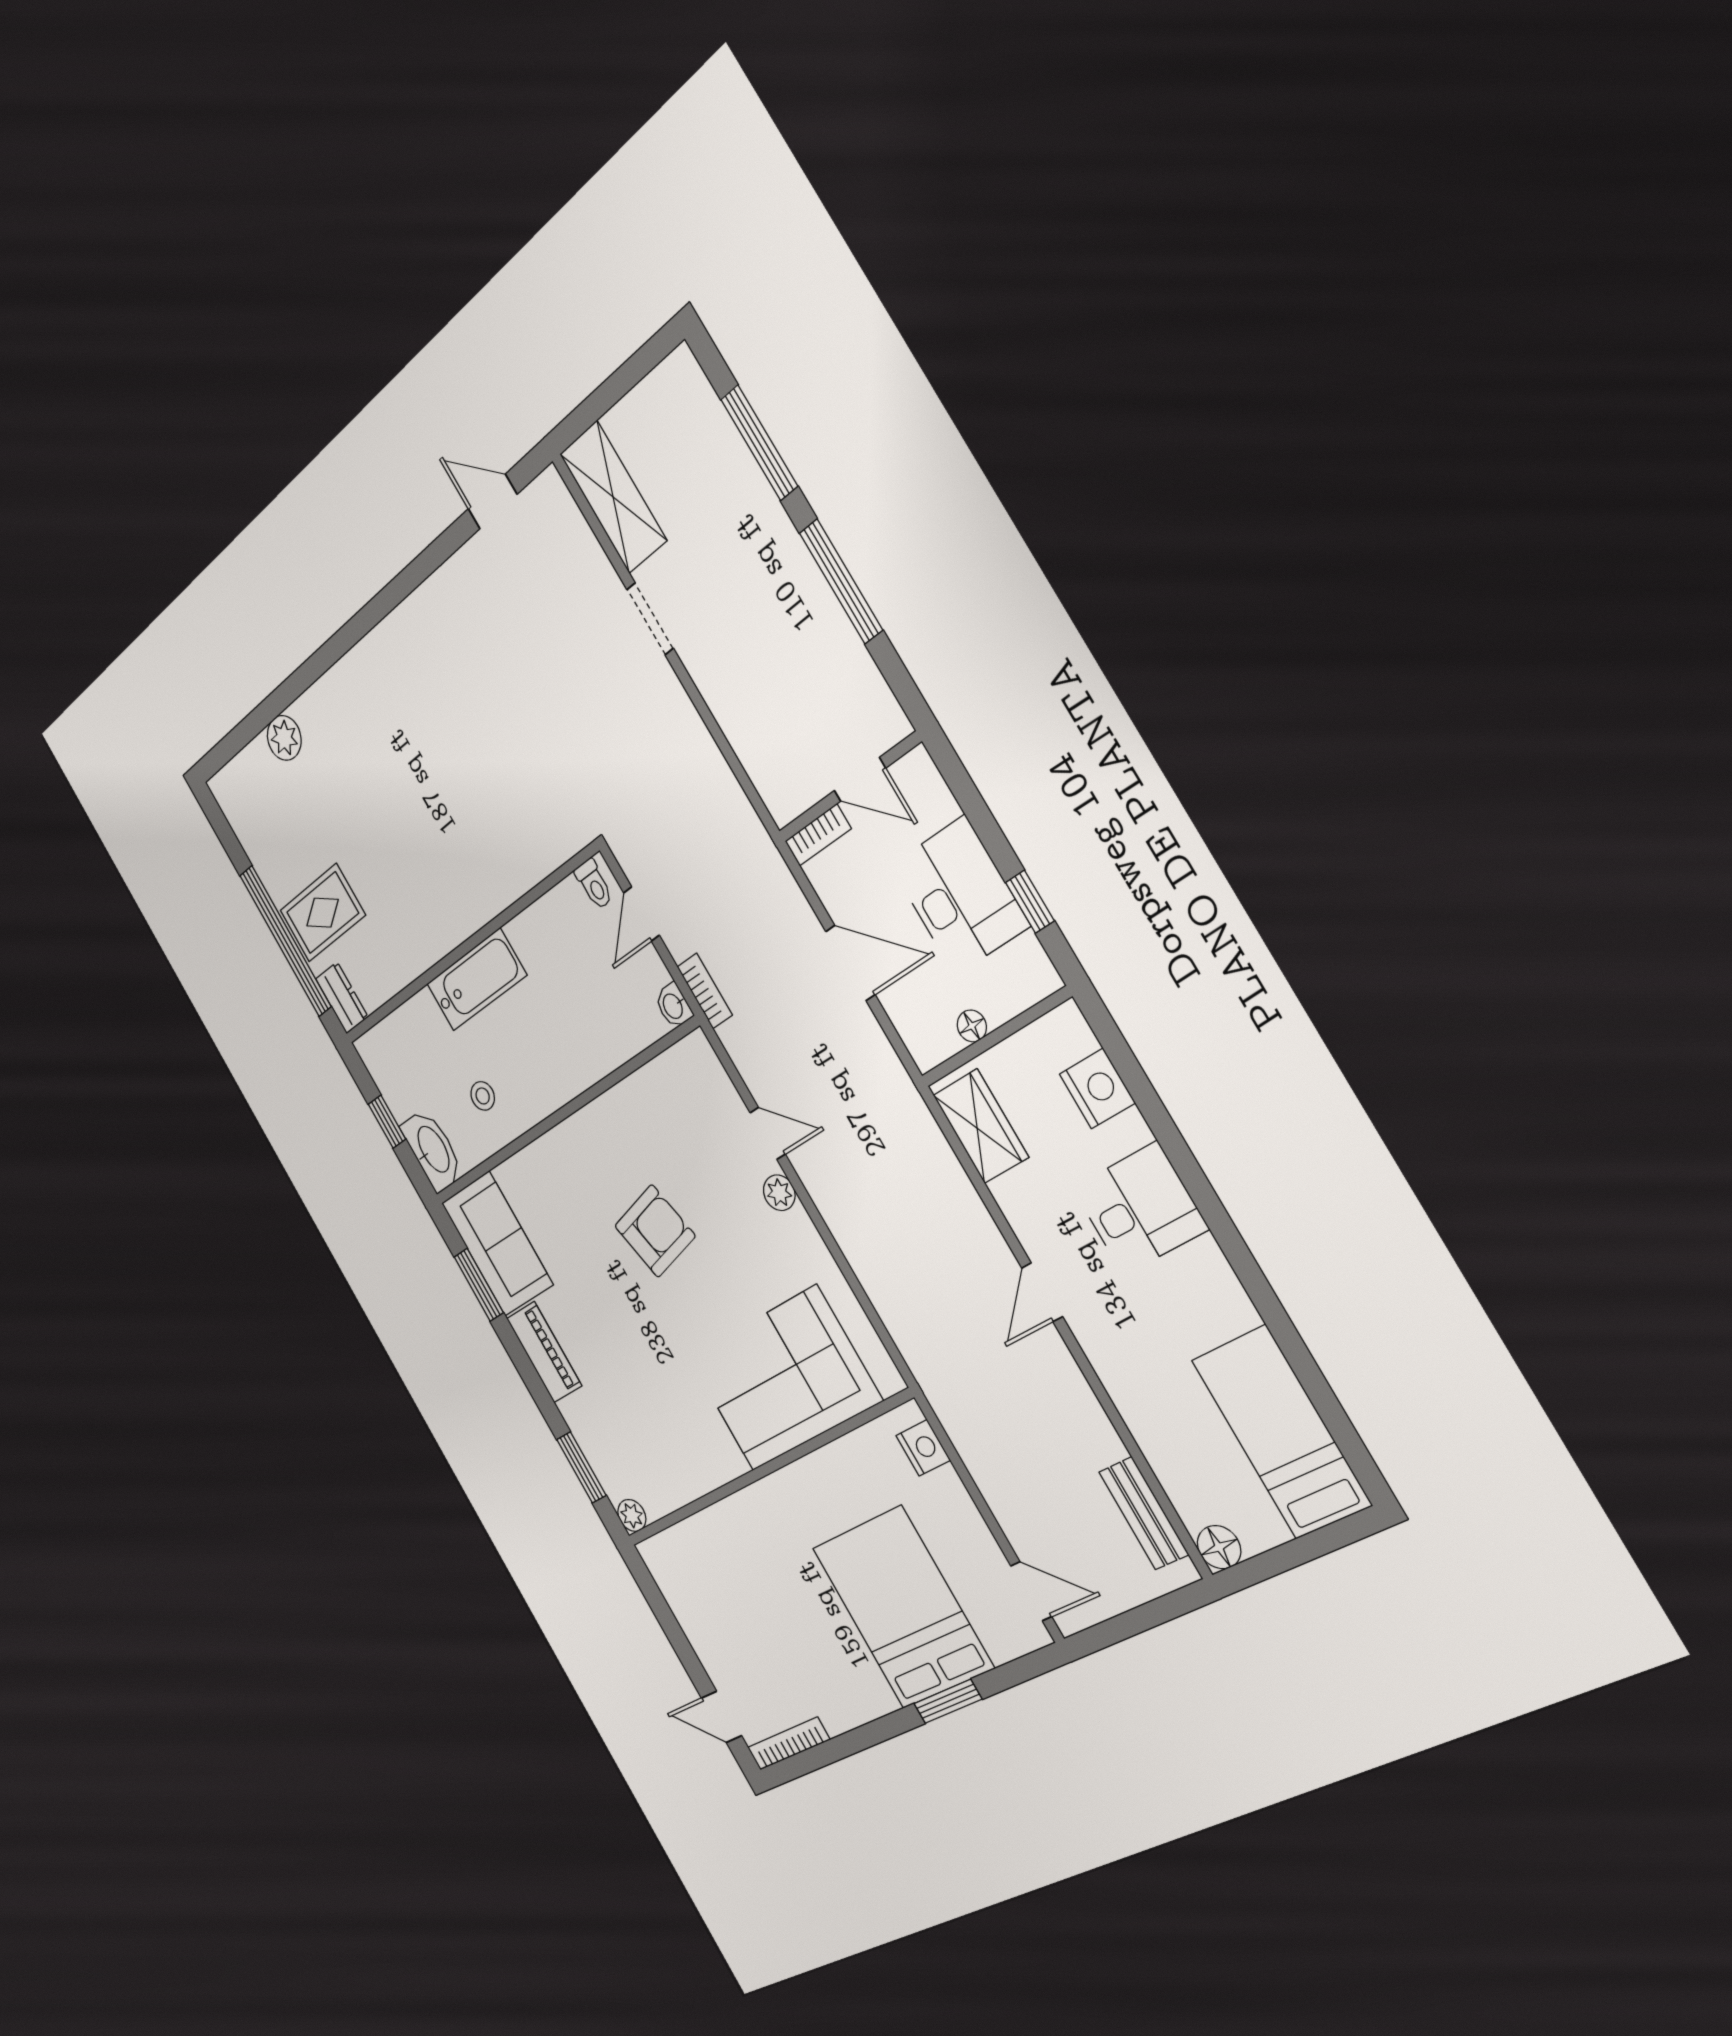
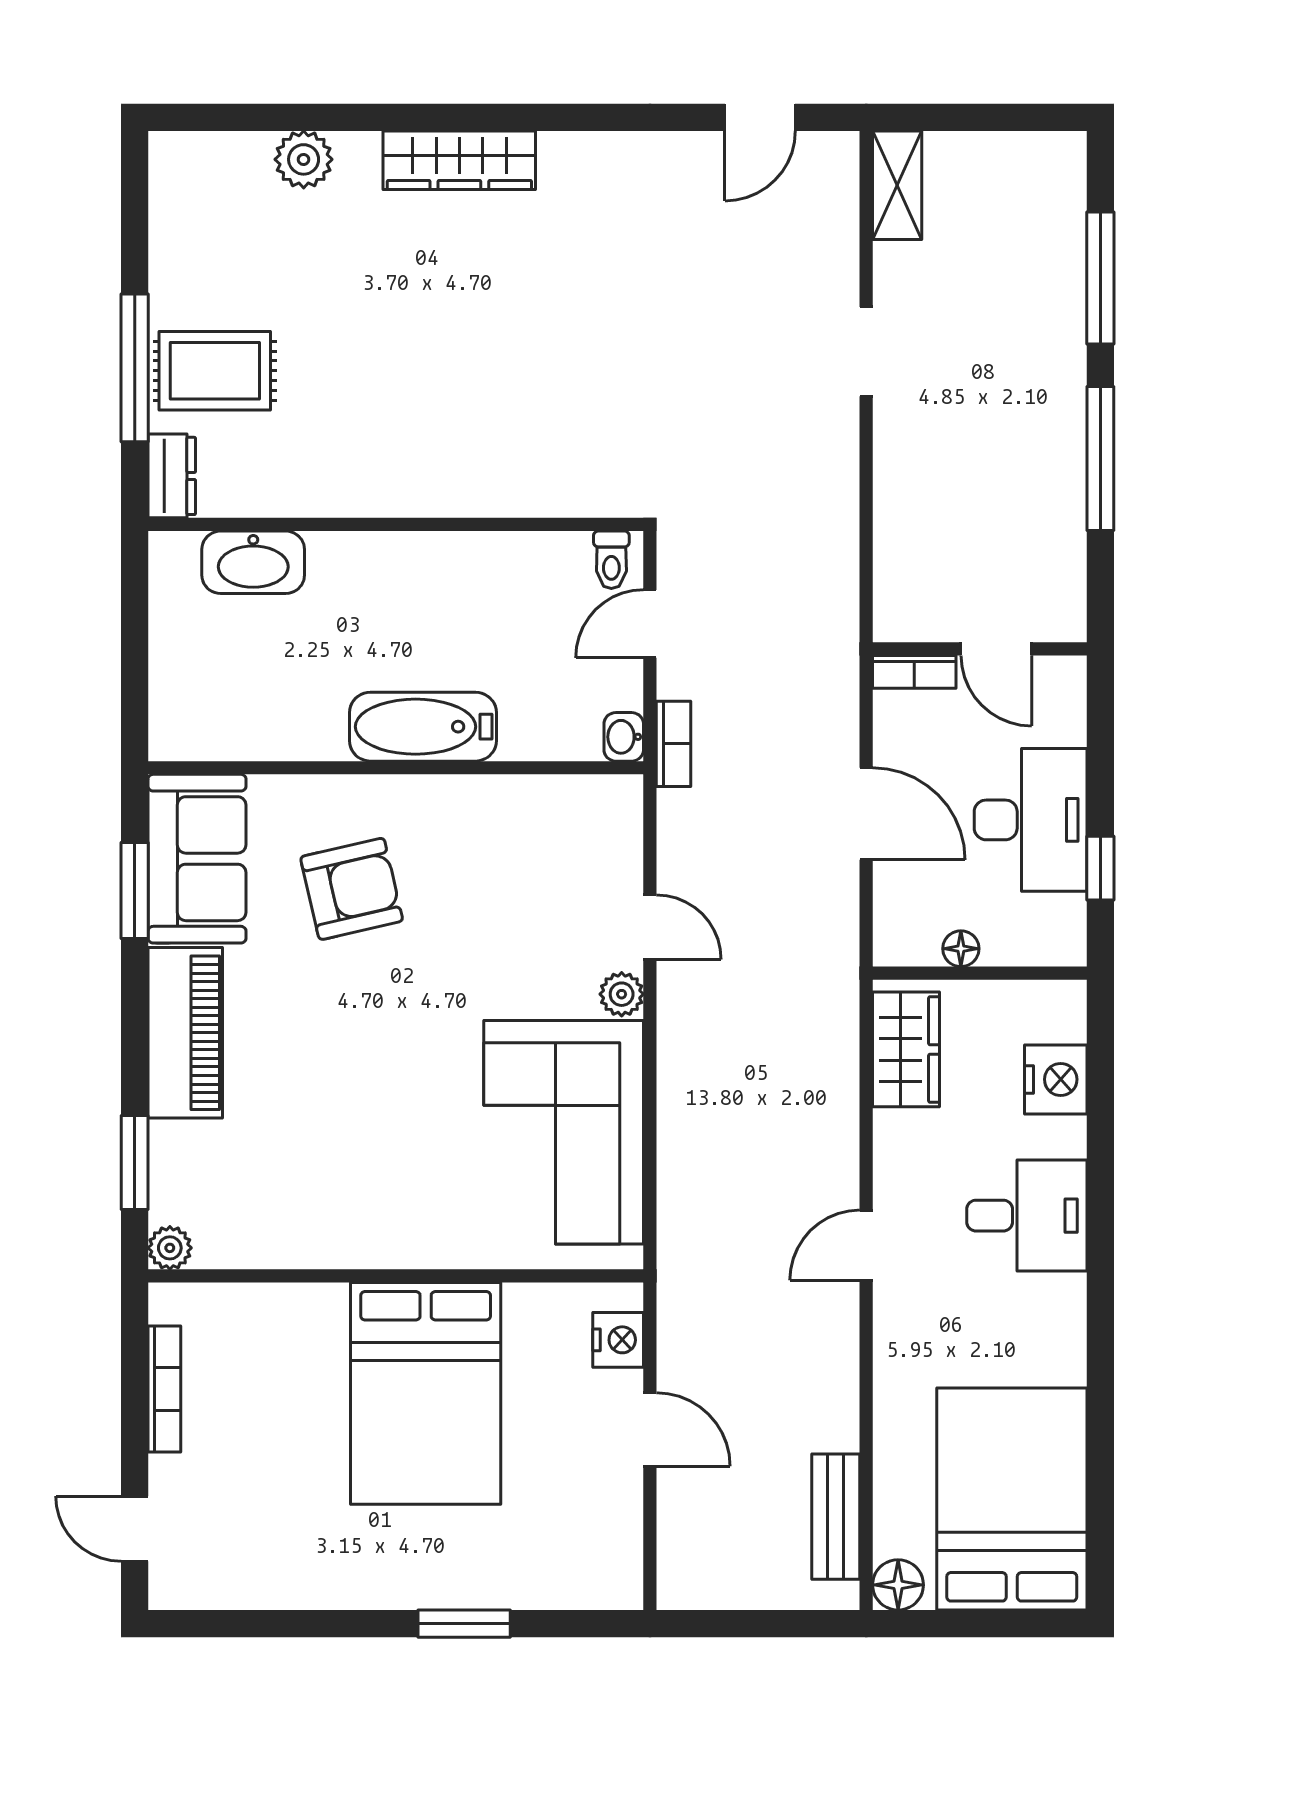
shelving: (613, 497) -> (897, 185), width x0.67, depth x0.75
door: (493, 502) -> (760, 117), swing flipped
wardrobe: (357, 672) -> (459, 160), added
window: (285, 941) -> (135, 368), width x0.68
bathtub: (477, 980) -> (423, 727), moved, turned 180
stool: (483, 1096) -> (298, 691), removed
window: (387, 1122) -> (135, 644), removed
washbasin: (433, 1150) -> (253, 562), moved, turned 90
armchair: (655, 1231) -> (352, 889), moved
piano: (544, 1352) -> (185, 1033), width x1.37, depth x1.33
corner sofa: (784, 1379) -> (564, 1132), moved, turned -90
bed: (1281, 1432) -> (1012, 1499), width x1.50
door: (1031, 1591) -> (650, 1429), moved
bed: (902, 1608) -> (426, 1393), moved, turned 180
bookcase: (789, 1744) -> (164, 1389), moved, turned 90

